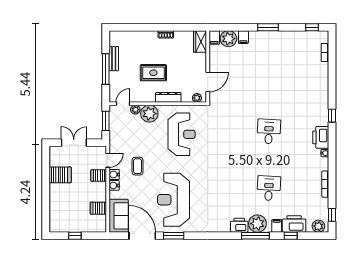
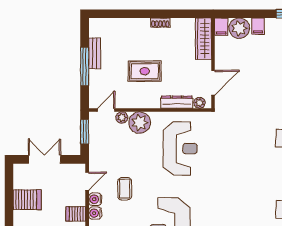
wardrobe: (200, 42) -> (203, 39), width x1.50
dresser: (168, 97) -> (177, 102), moved
server rack: (99, 176) -> (76, 214), moved

